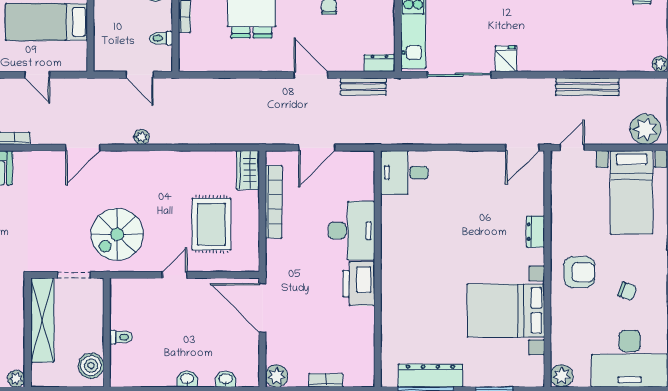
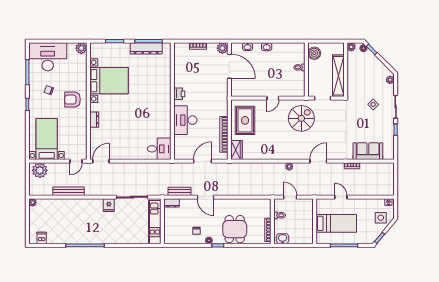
rug: (211, 224) -> (245, 120), moved
printer: (359, 284) -> (179, 94), width x0.53, depth x0.68
door: (262, 308) -> (229, 66), moved

